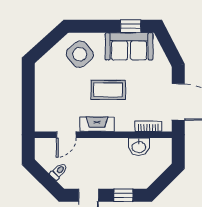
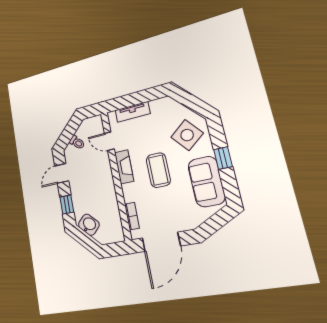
window: (131, 26) -> (223, 158), moved
tv unit: (42, 104) -> (133, 112), added
washbasin: (139, 147) -> (89, 225), moved, turned 135

